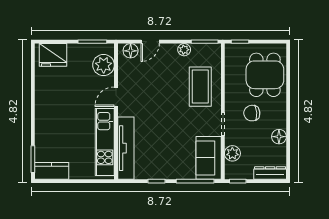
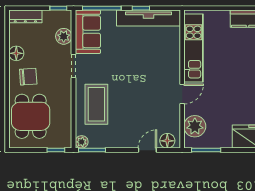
plant: (184, 50) -> (82, 142), moved
chair: (252, 113) -> (28, 77), moved
tv unit: (126, 148) -> (149, 18), moved, turned -90

